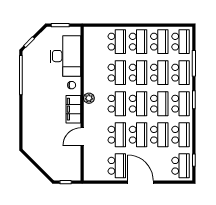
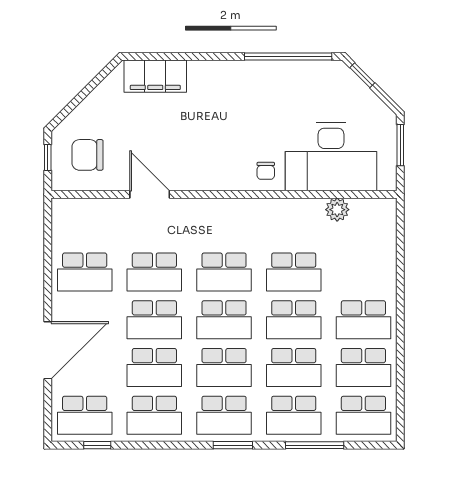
school desk: (117, 42) -> (363, 272), removed
plant: (89, 98) -> (337, 210), moved
filing cabinet: (73, 109) -> (155, 76), moved, turned 180
chair: (65, 164) -> (88, 155), added
door: (141, 182) -> (48, 350), moved

